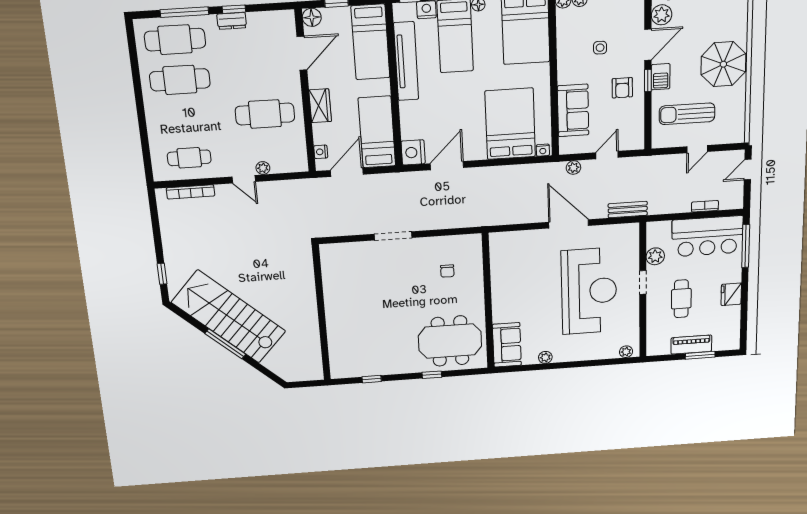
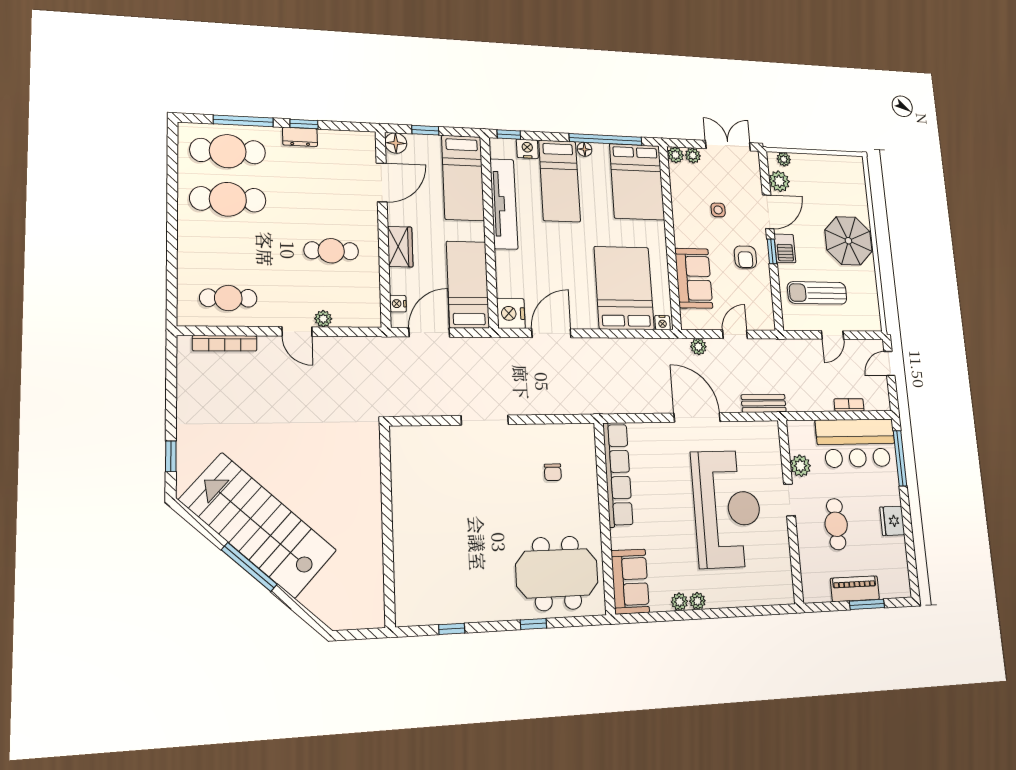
cafe table: (265, 114) -> (331, 251), width x0.73, depth x0.74
row of seats: (500, 270) -> (618, 475), added
plant: (626, 352) -> (697, 601), moved

